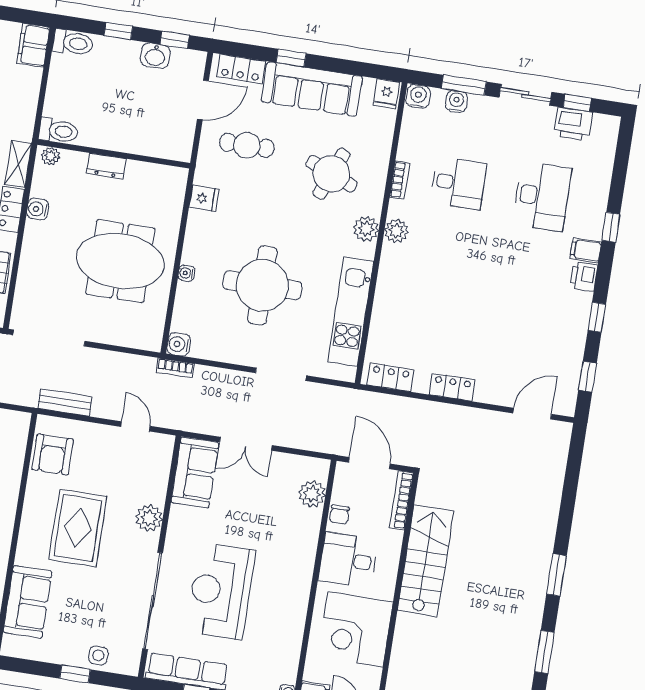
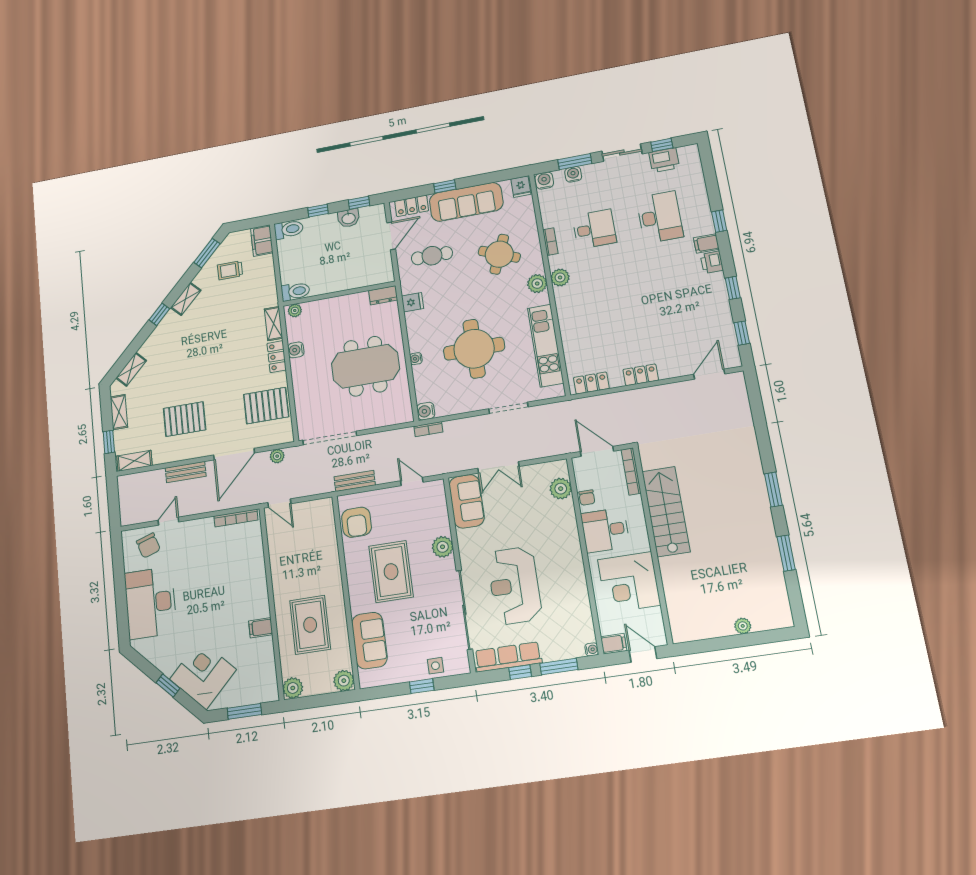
dresser: (106, 166) -> (383, 295), moved

